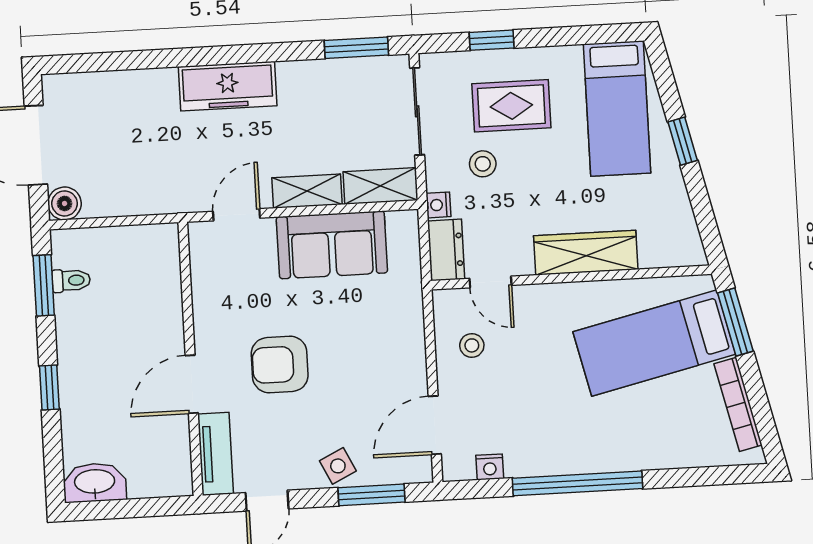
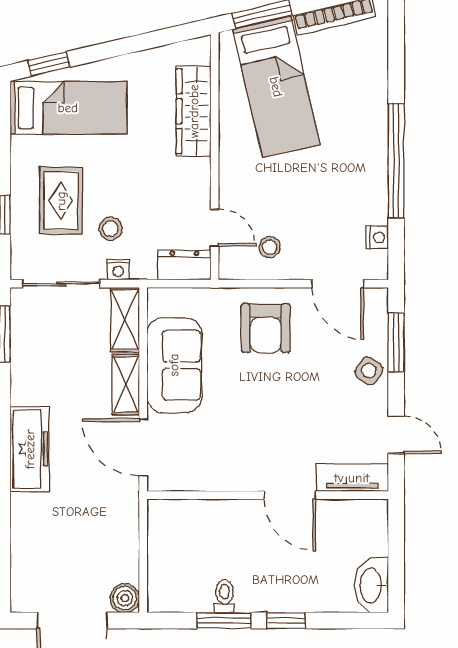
window: (683, 141) -> (49, 64), moved
nightstand: (438, 205) -> (118, 270), moved
door: (237, 215) -> (143, 448), width x1.38
wardrobe: (586, 253) -> (194, 111), moved
toilet: (71, 280) -> (224, 596), moved
door: (490, 282) -> (215, 228), hinge flipped
window: (44, 285) -> (224, 621), moved
armchair: (280, 364) -> (266, 328), moved
side table: (338, 466) -> (369, 371), turned -30

